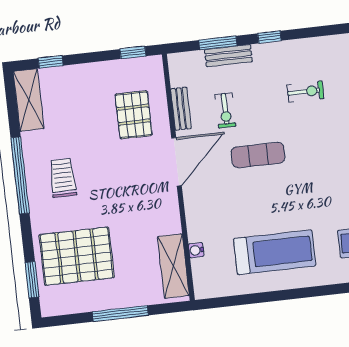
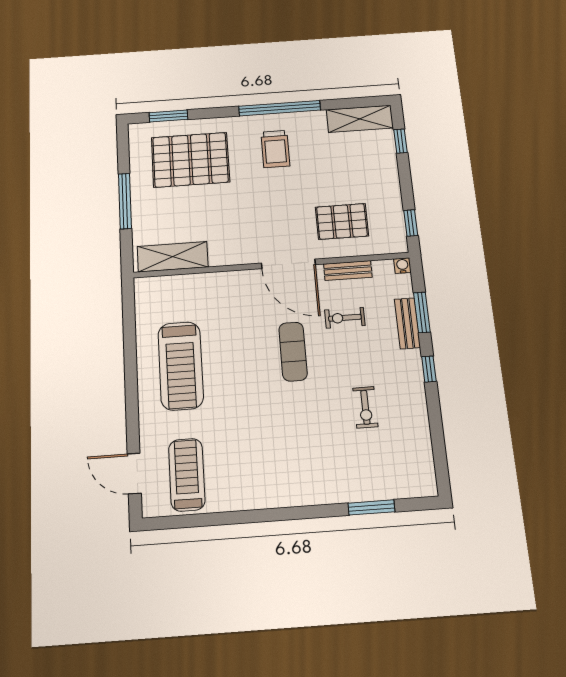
trolley: (63, 178) -> (275, 149), turned 90
water cooler: (196, 250) -> (402, 266), moved
pallet: (77, 256) -> (190, 160), turned 90

